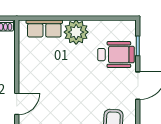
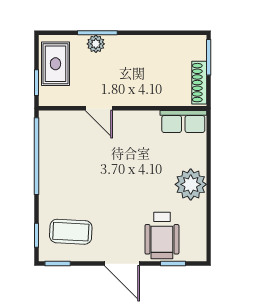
row of seats: (44, 28) -> (183, 122), moved, turned -90

